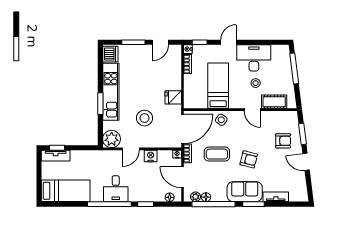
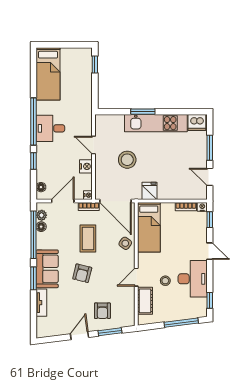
window: (274, 42) -> (210, 300), added
bed: (218, 86) -> (149, 227), moved, turned 90
plant: (112, 139) -> (104, 124), removed
tv unit: (56, 156) -> (86, 63), removed

